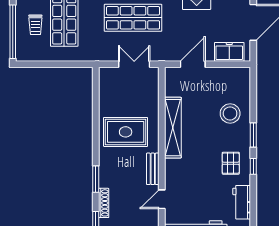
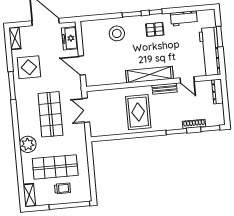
shelving: (173, 128) -> (149, 75), moved

